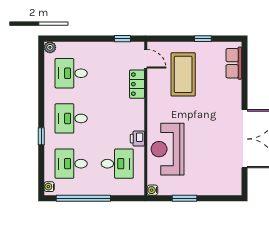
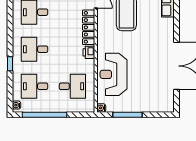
locker: (137, 84) -> (89, 27), width x1.53
printer: (137, 139) -> (89, 52), moved
window: (184, 198) -> (127, 115), width x1.44

